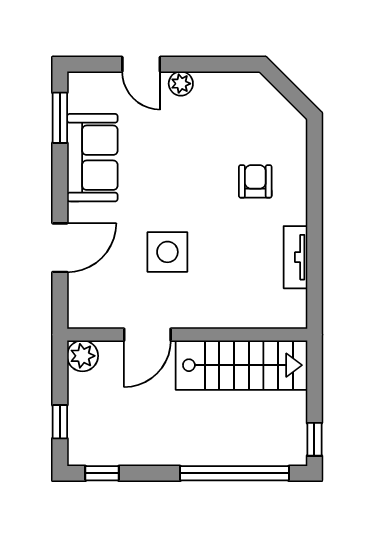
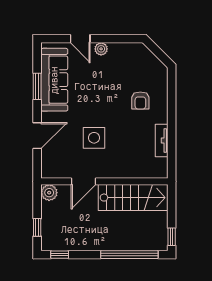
window: (60, 118) -> (37, 86), moved
sofa: (92, 158) -> (54, 80), width x1.36
armchair: (255, 181) -> (140, 101), turned 180

